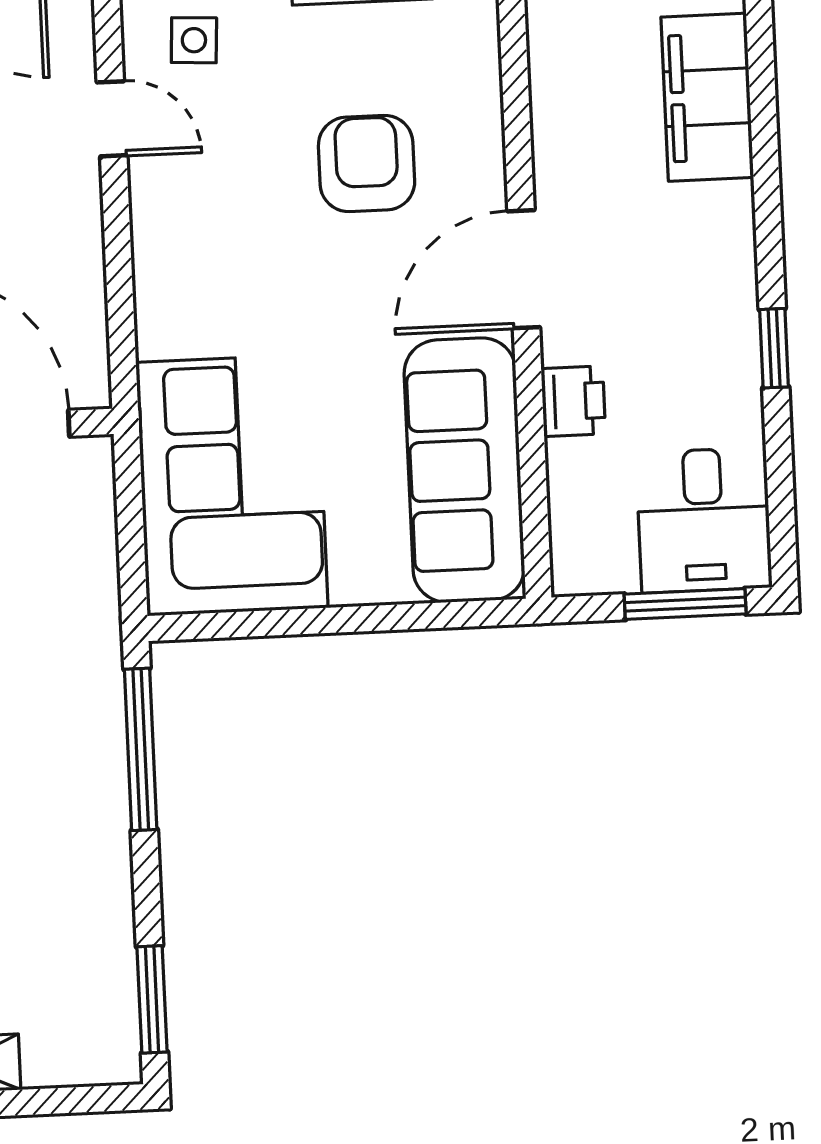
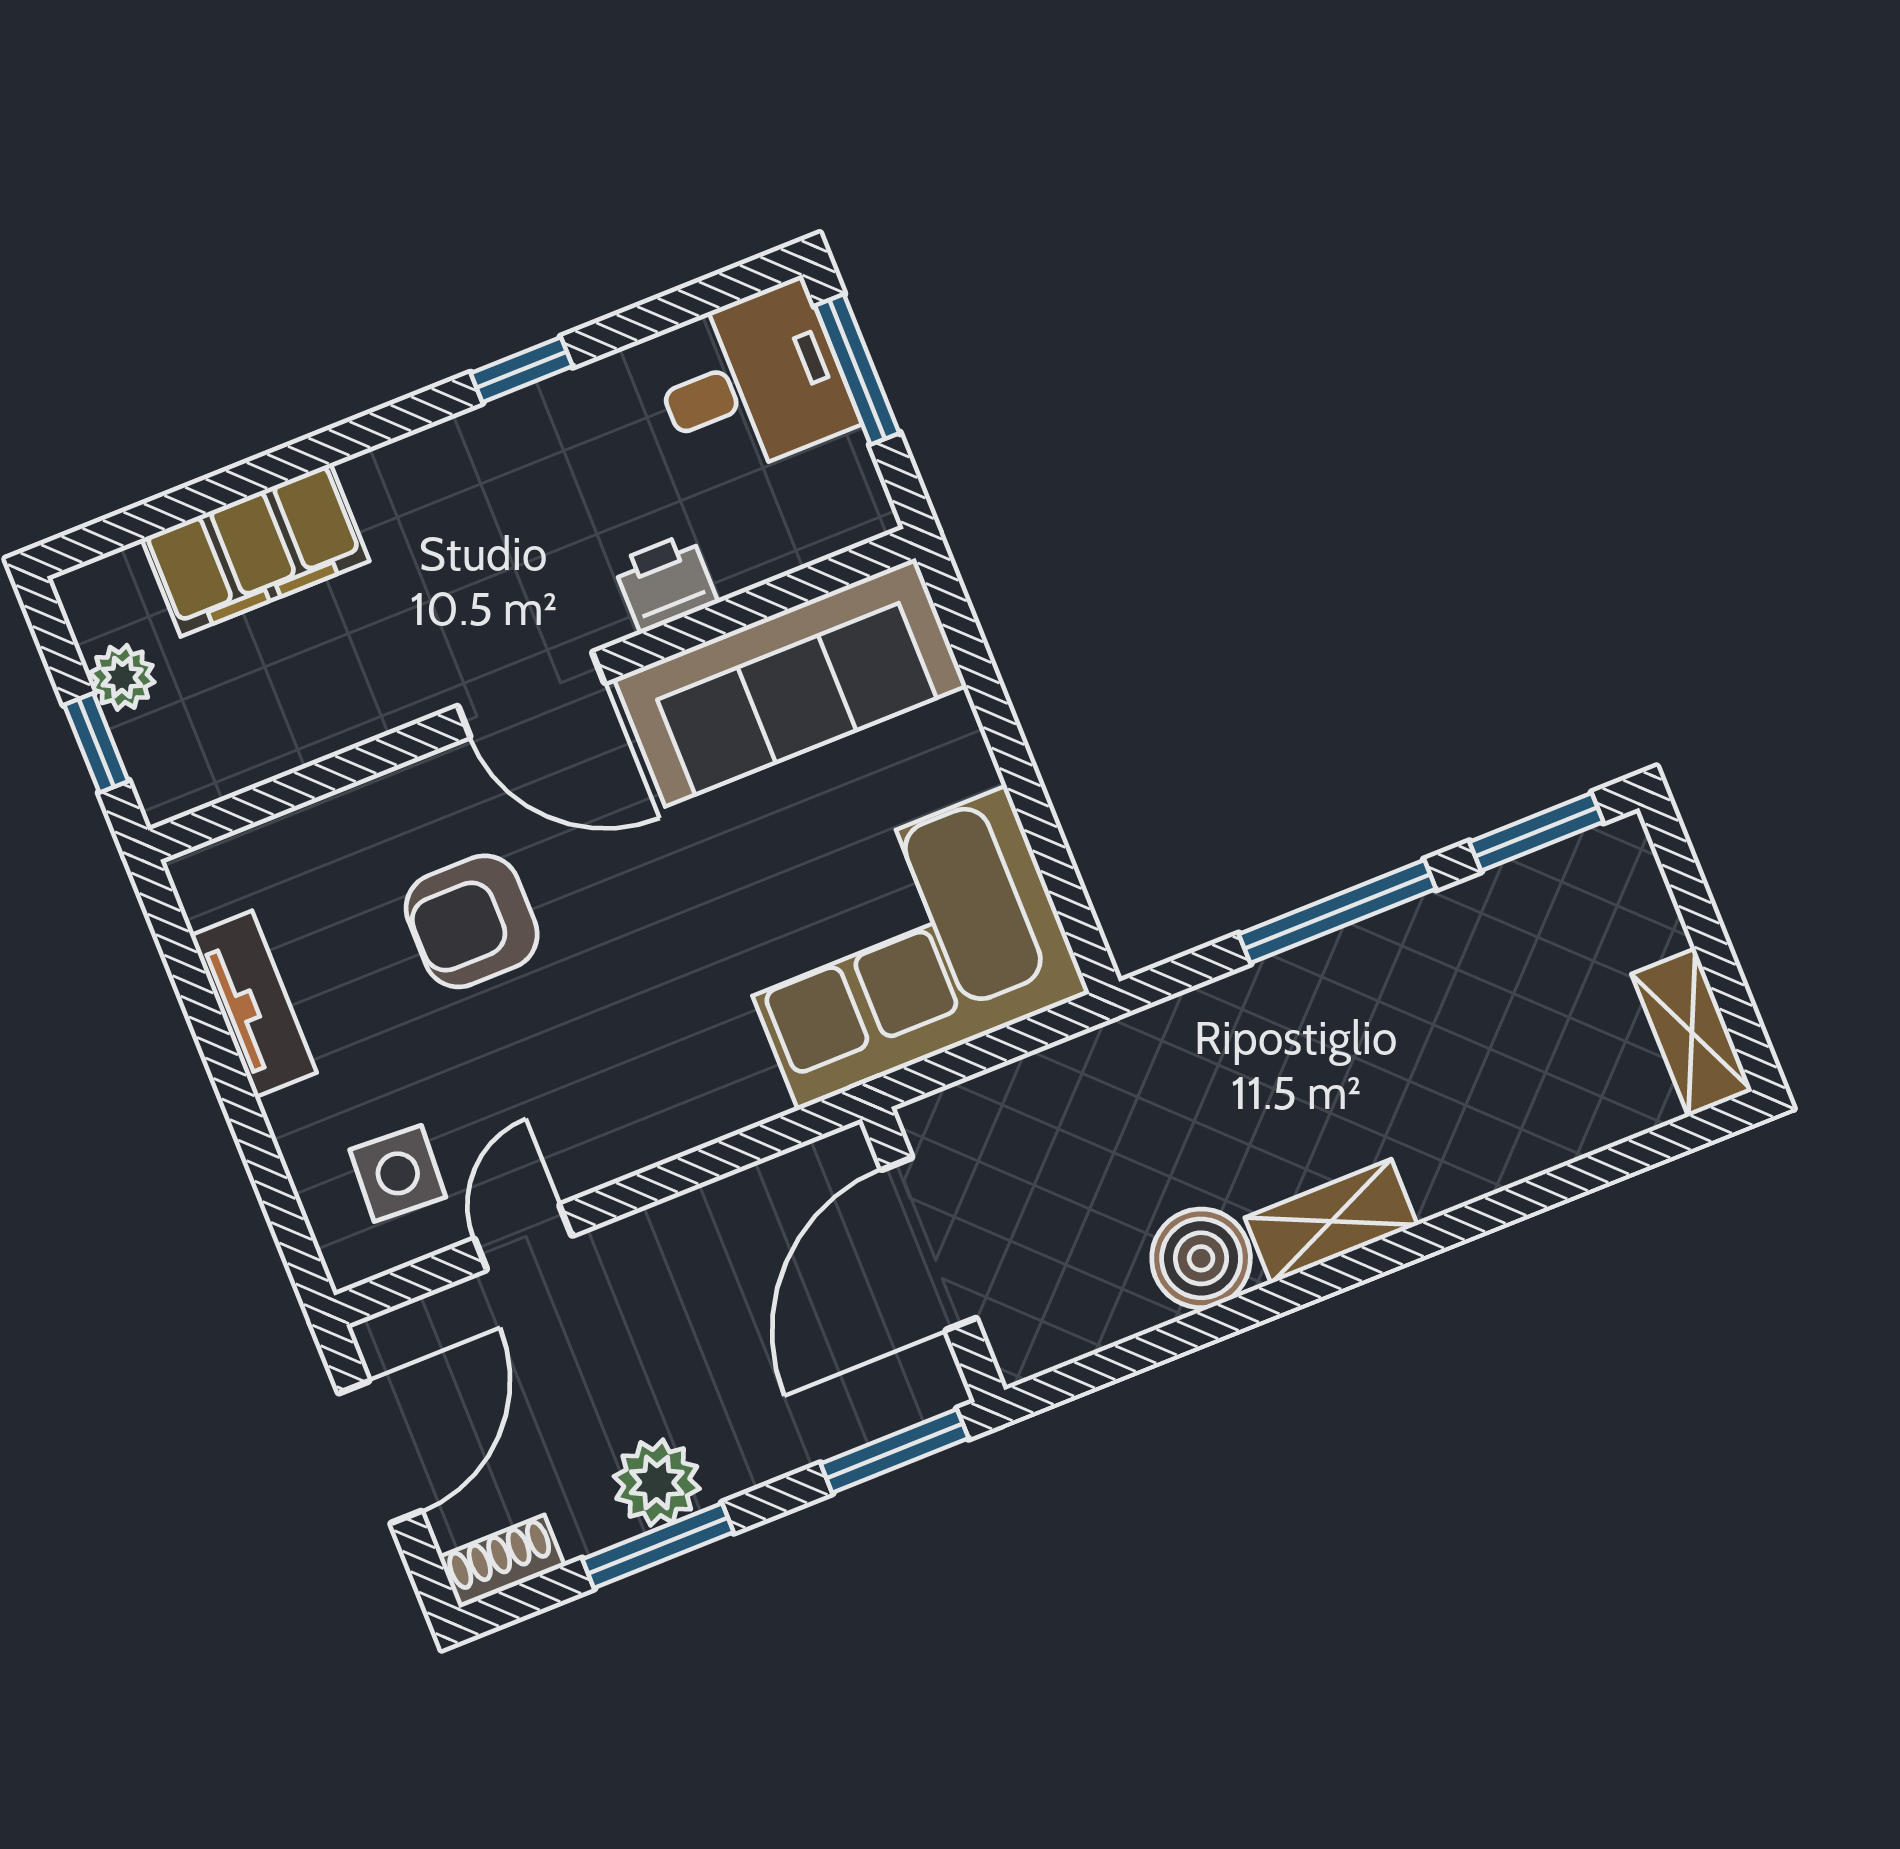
side table: (194, 40) -> (398, 1173), width x1.37, depth x1.37
window: (141, 749) -> (1337, 912), moved

